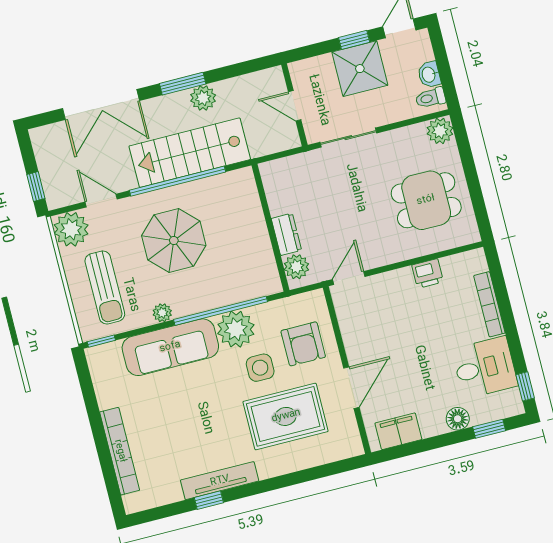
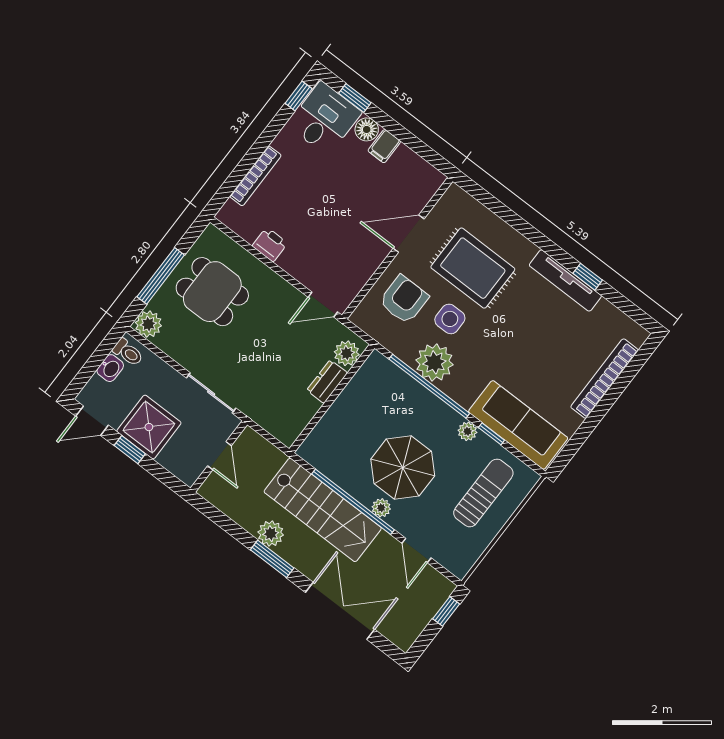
window: (470, 170) -> (161, 276), added
plant: (71, 229) -> (381, 508), moved, width x0.53, depth x0.53
window: (101, 341) -> (491, 434), moved
sofa: (170, 347) -> (518, 425), moved
desk: (485, 367) -> (324, 119), moved, turned 90
filing cabinet: (398, 431) -> (384, 146), moved, width x0.50

